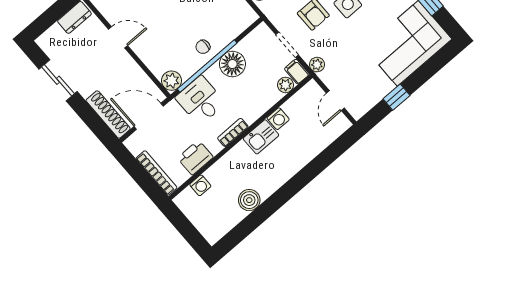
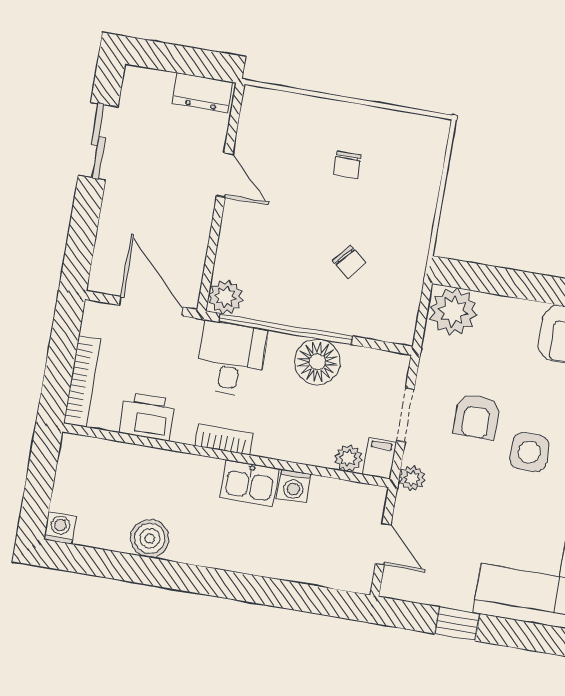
chair: (203, 47) -> (349, 262), moved, turned -140
door: (335, 101) -> (383, 544), swing flipped
shoe rack: (108, 115) -> (108, 248), removed
washing machine: (200, 185) -> (60, 528), moved, turned 180

